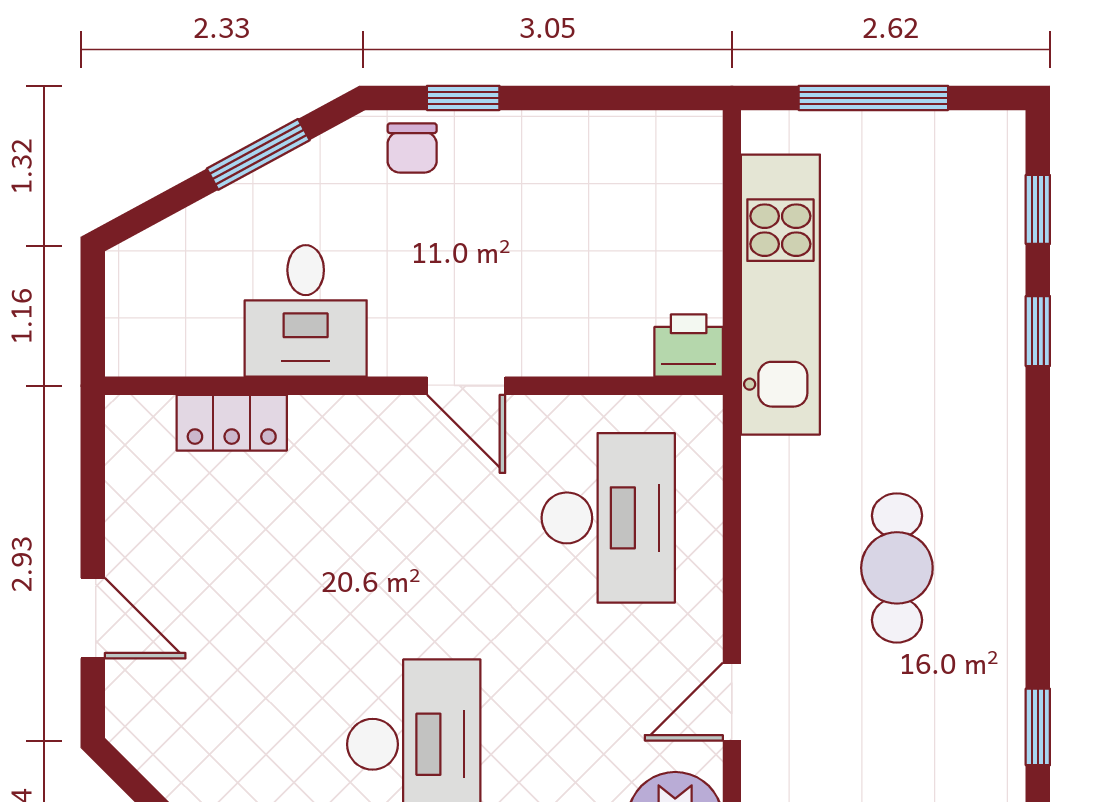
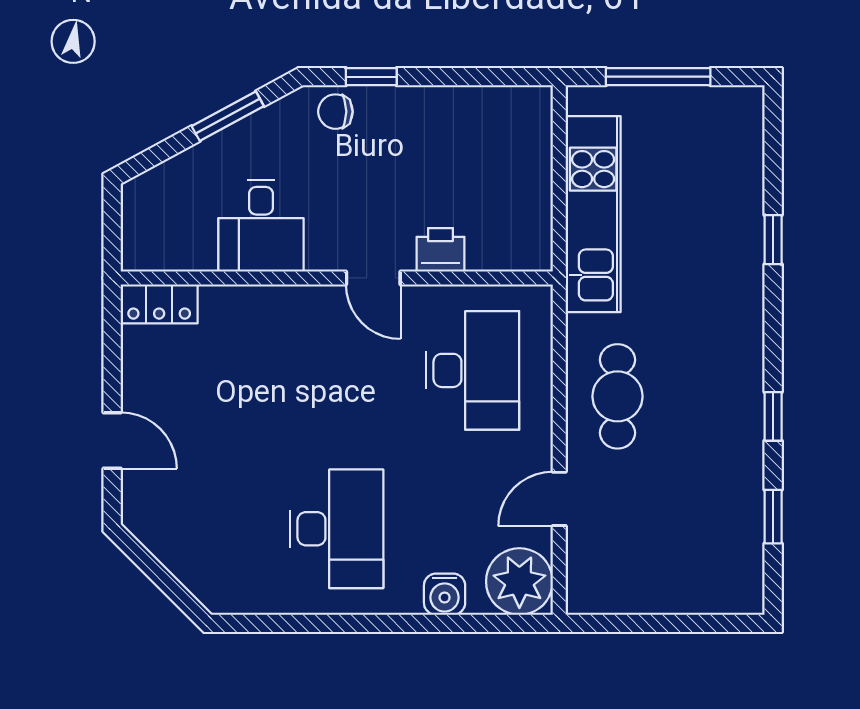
chair: (412, 148) -> (335, 112), turned 90
window: (1038, 209) -> (773, 416), moved
printer: (689, 346) -> (440, 250), moved
locker: (232, 423) -> (159, 304), moved
cafe table: (897, 568) -> (617, 396), moved

